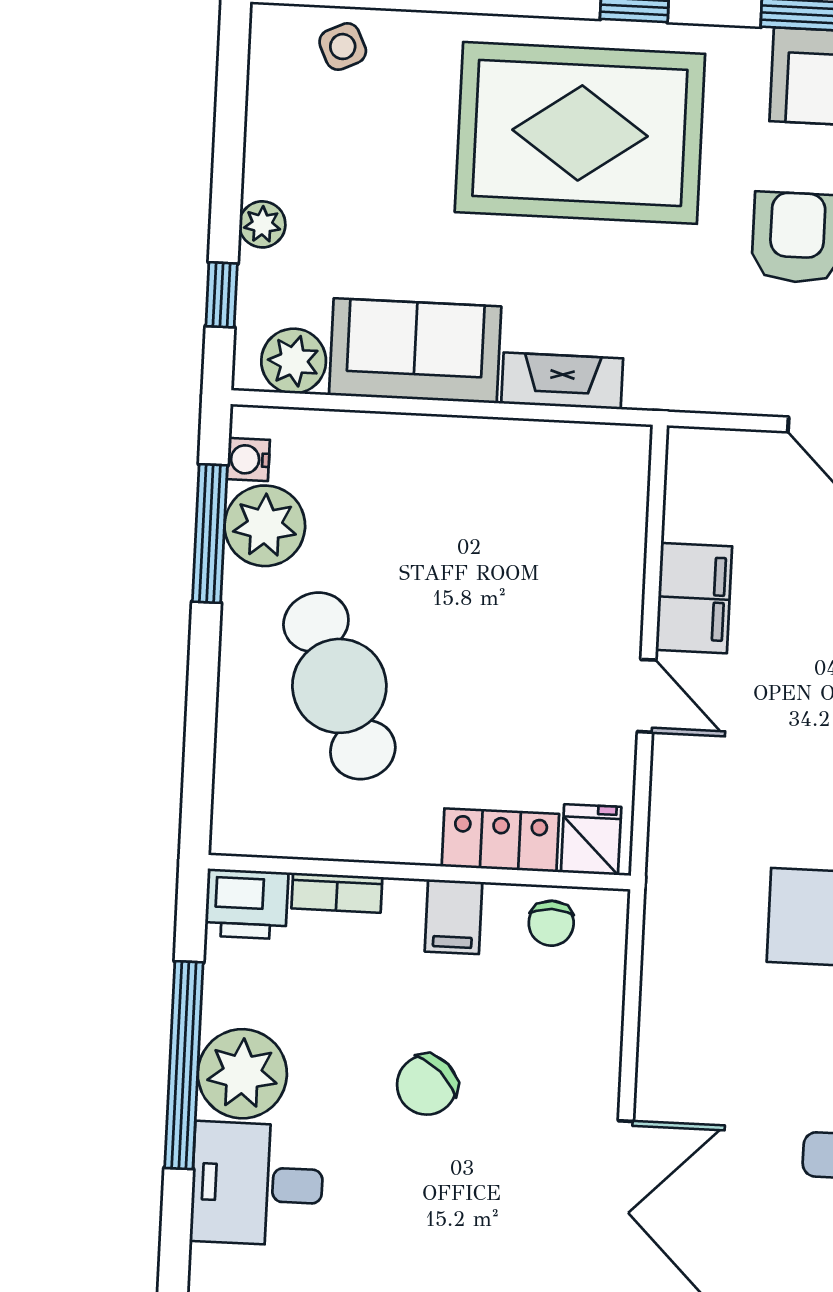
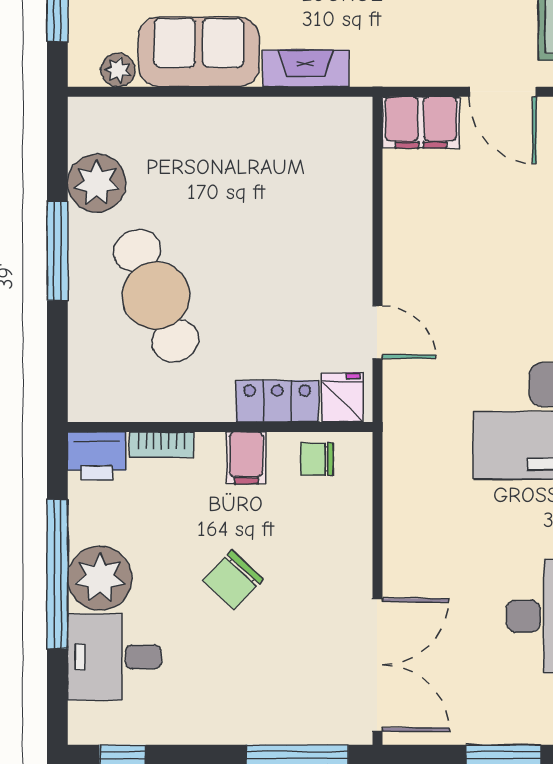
plant: (294, 361) -> (118, 70), width x0.73, depth x0.73
water cooler: (248, 459) -> (83, 136), removed
window: (210, 534) -> (57, 251), moved
filing cabinet: (694, 598) -> (421, 122), moved, turned 90
door: (647, 696) -> (377, 332), moved
chair: (551, 923) -> (317, 459), turned 90

